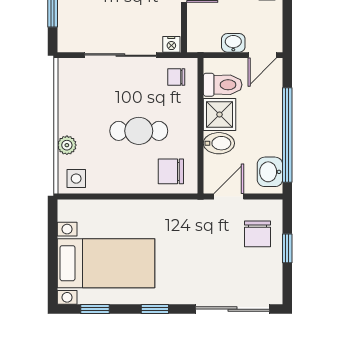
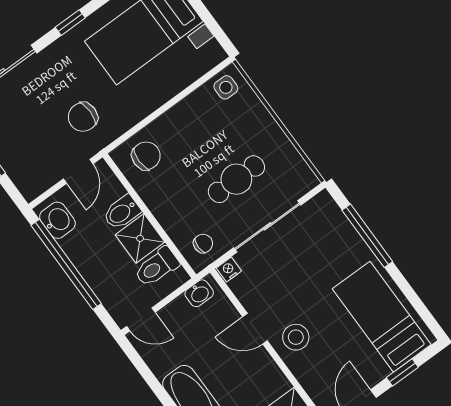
washbasin: (233, 43) -> (199, 293), moved
door: (262, 55) -> (141, 319), swing flipped
cafe table: (139, 131) -> (236, 179), moved
plant: (67, 145) -> (256, 111), removed
chair: (257, 234) -> (83, 117), moved, turned -90

